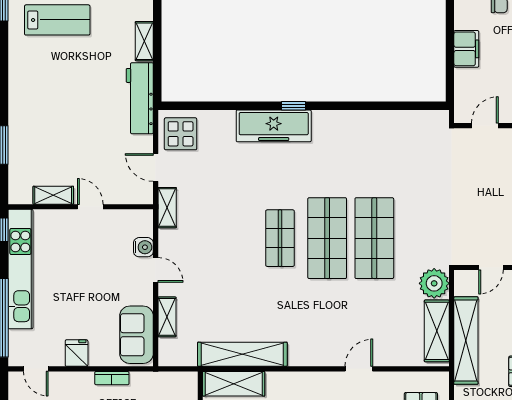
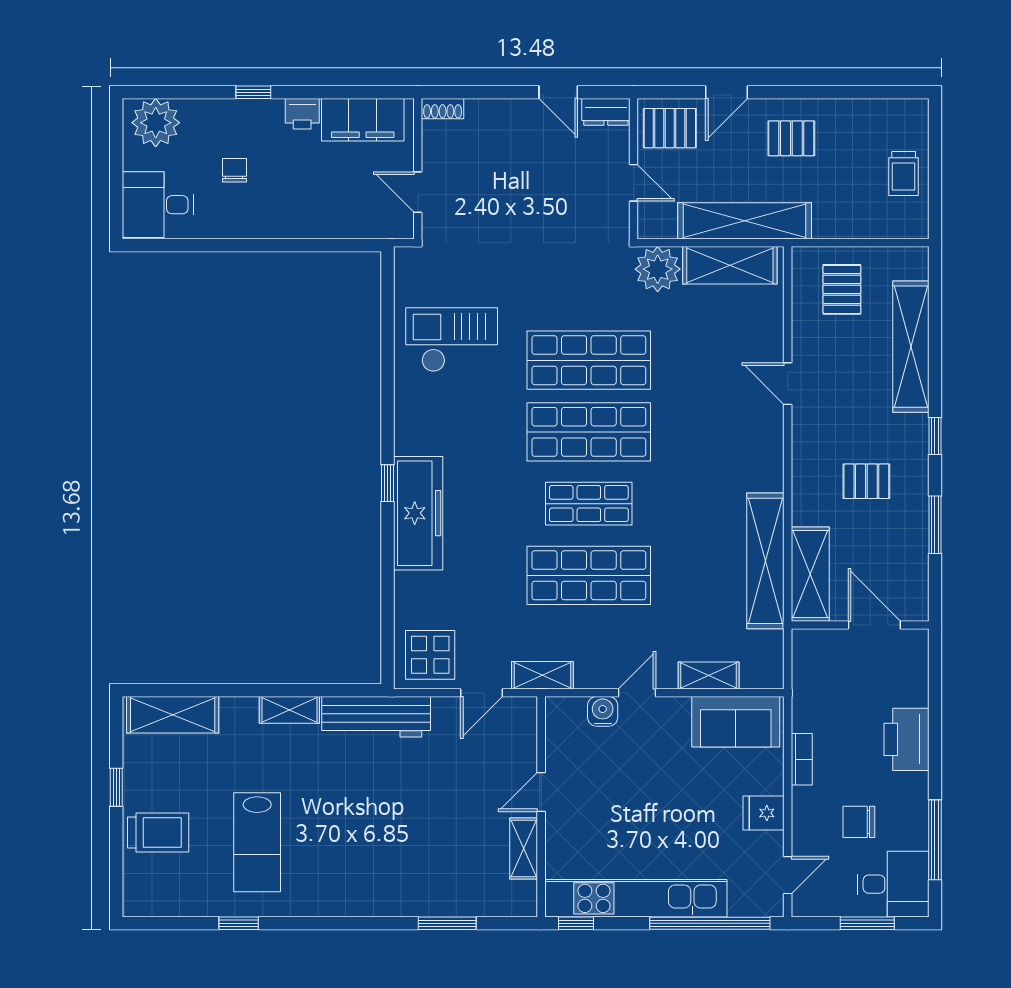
lab bench: (57, 20) -> (257, 842), turned 180
filing cabinet: (466, 49) -> (301, 220), removed
checkout: (388, 148) -> (452, 340), added
shop shelf: (233, 238) -> (589, 575), added

